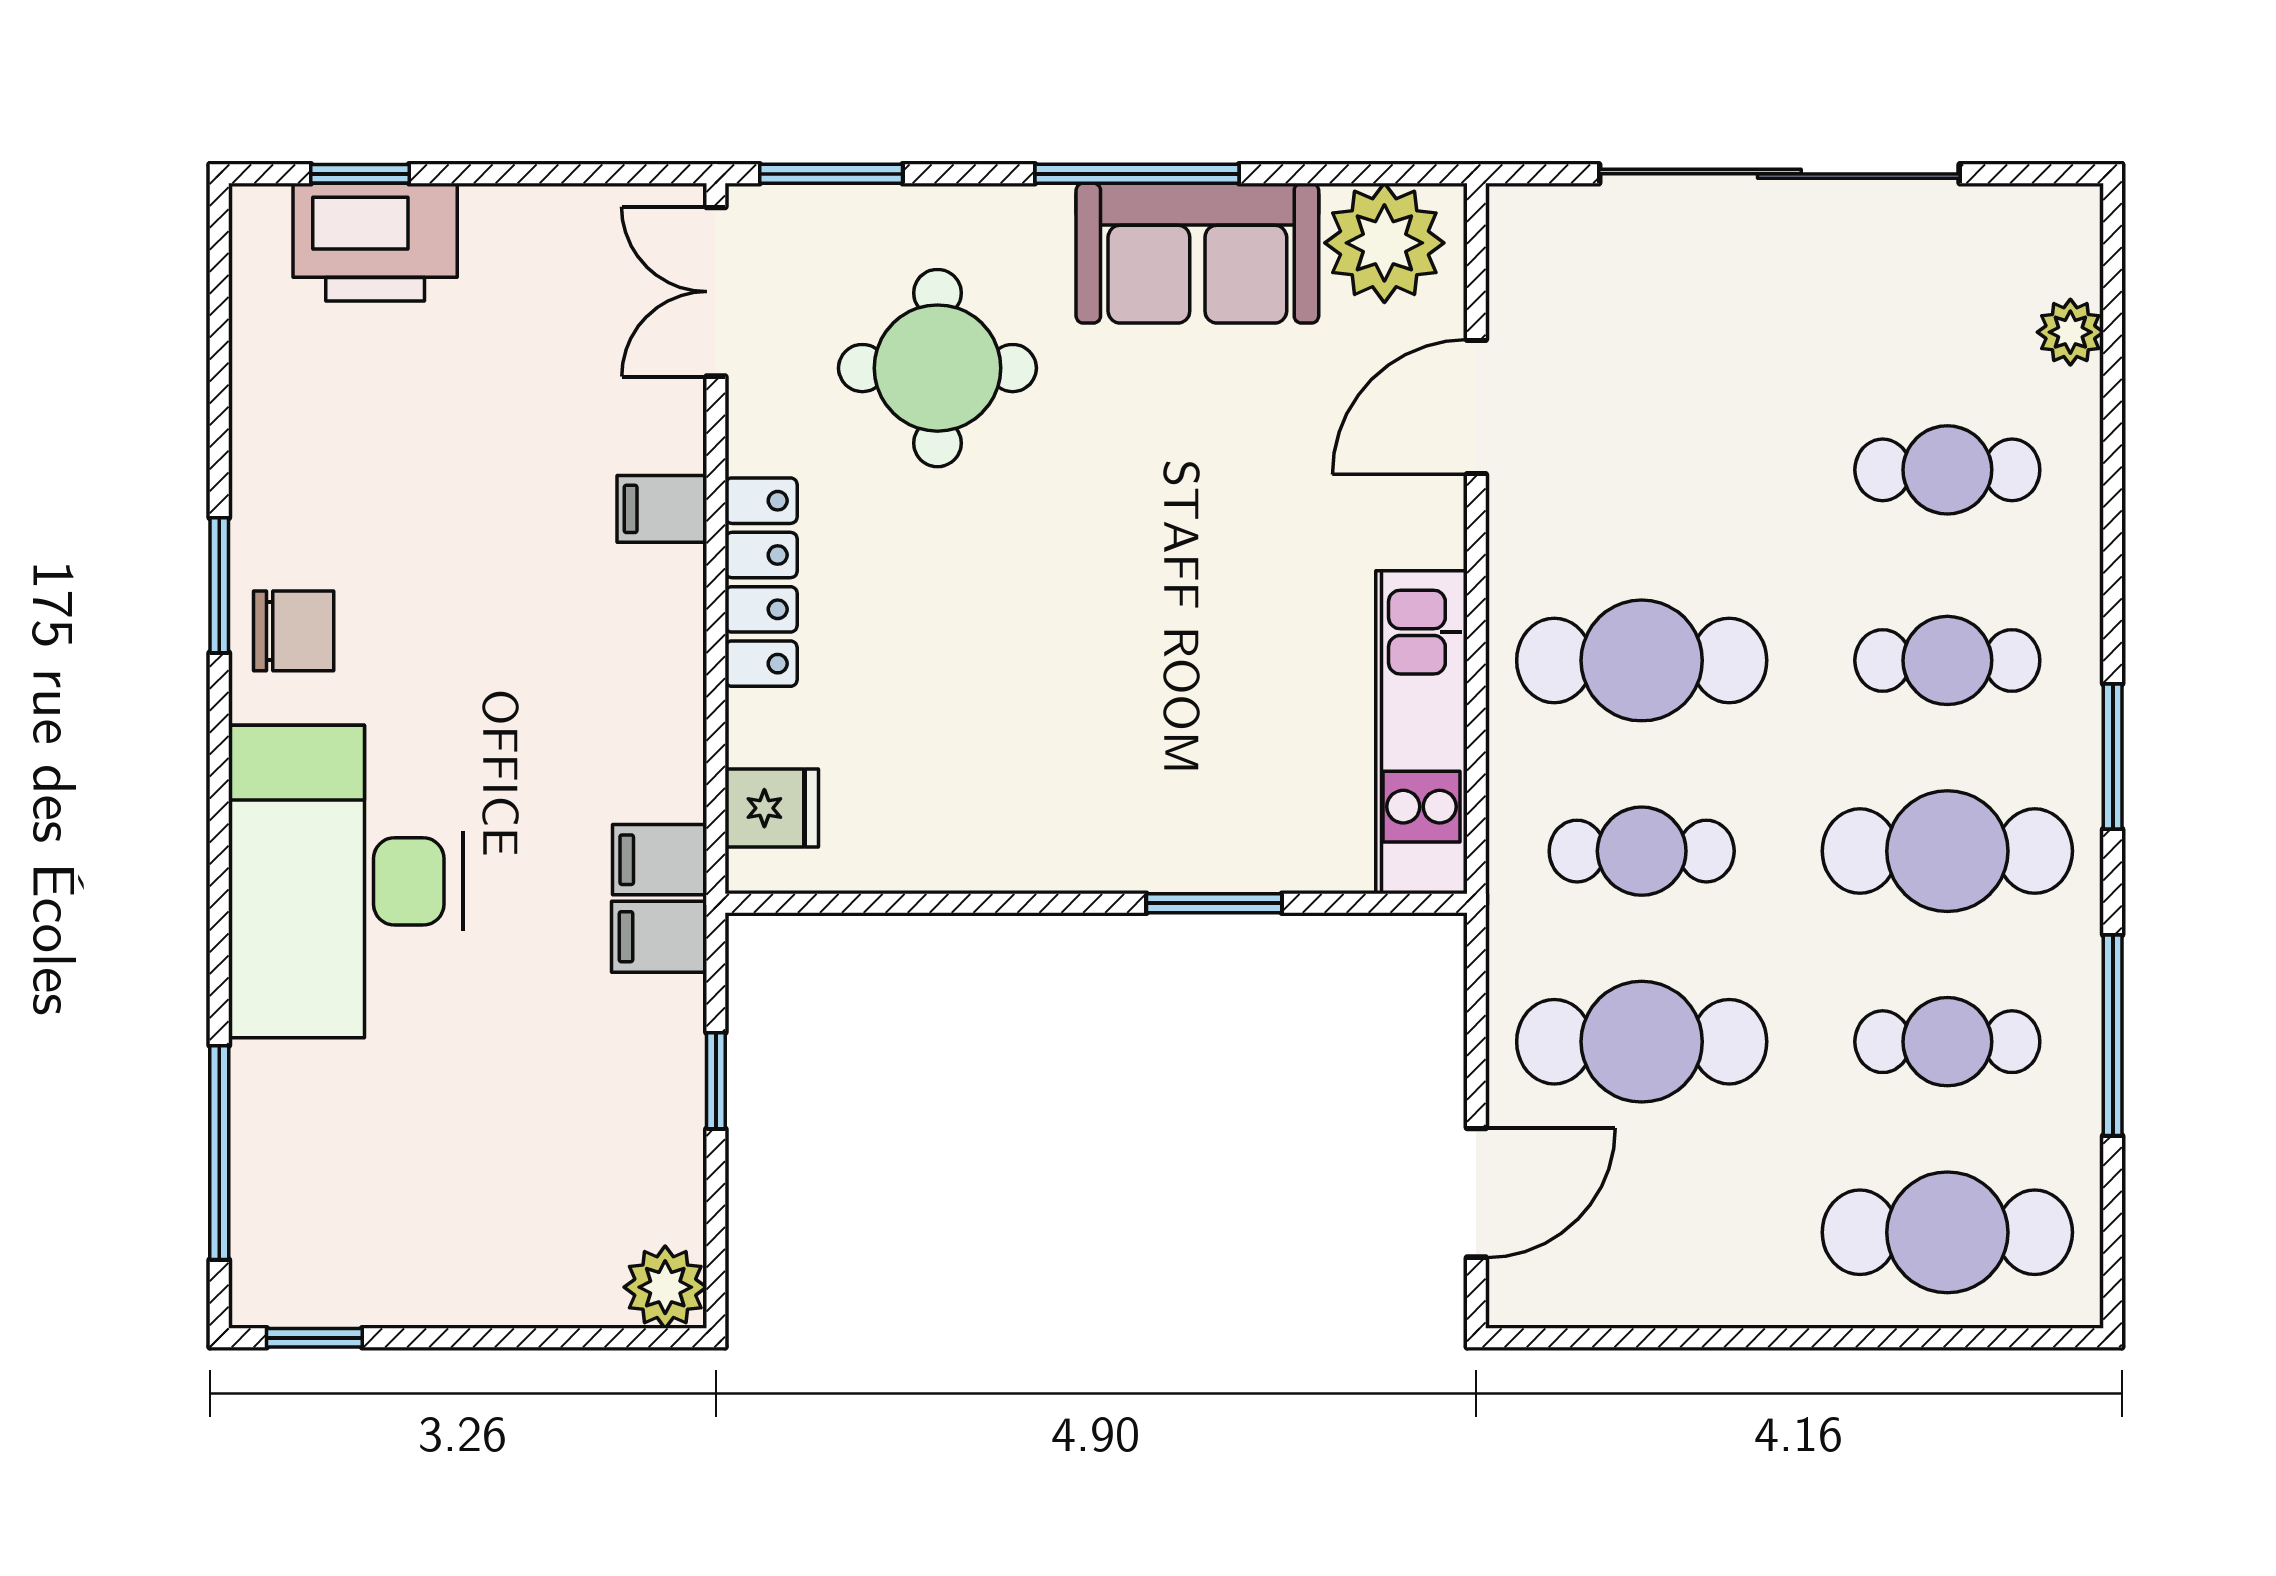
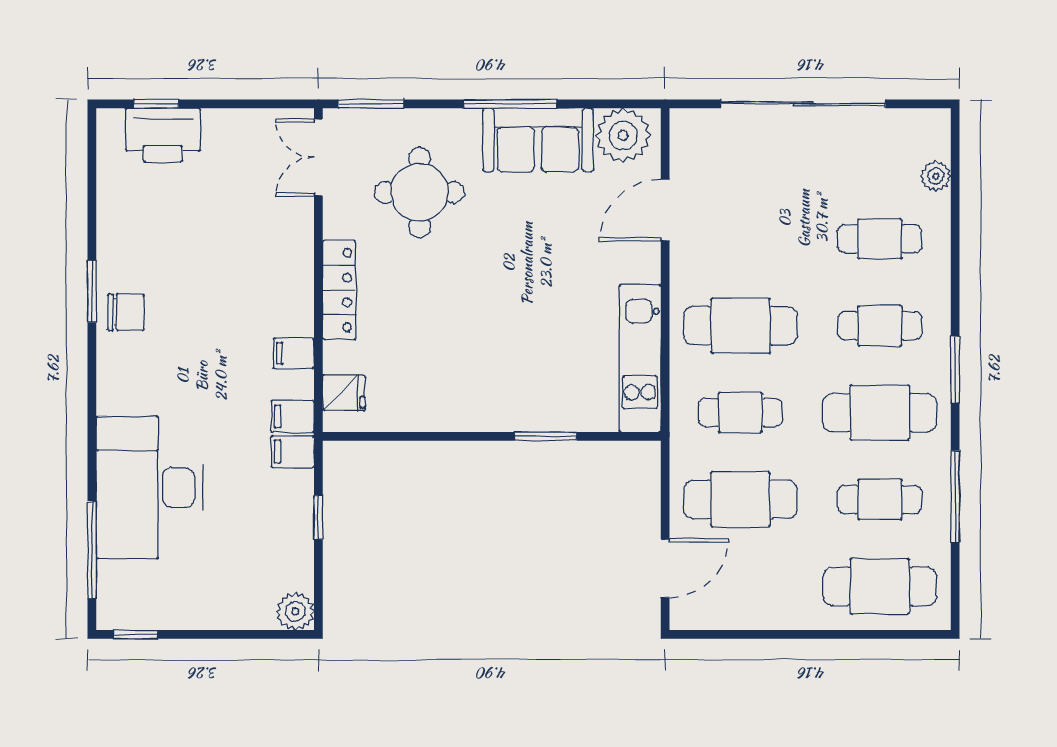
filing cabinet: (662, 509) -> (294, 353), moved
desk: (346, 881) -> (150, 488), moved

